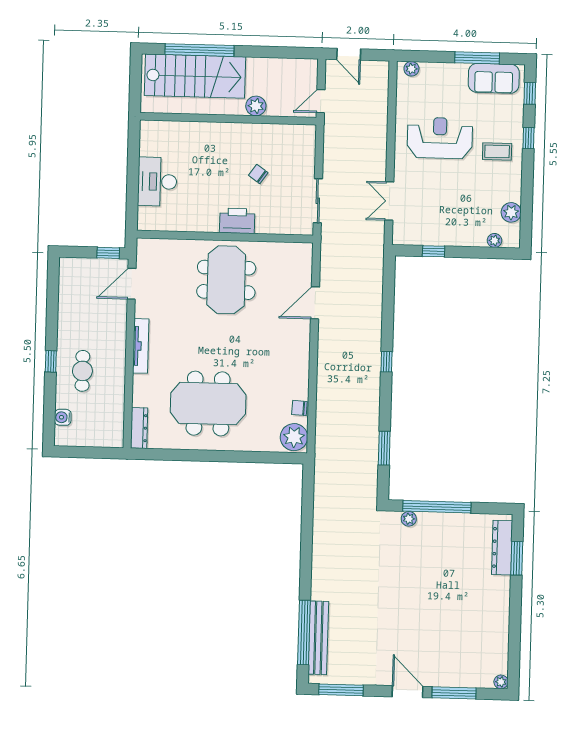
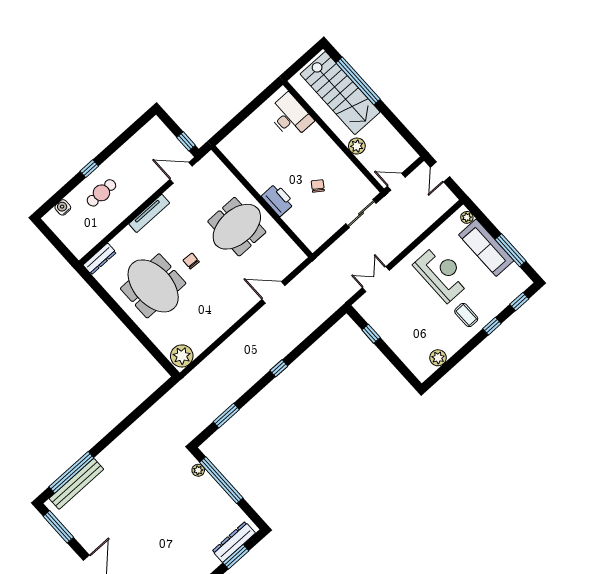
sofa: (494, 78) -> (486, 248), moved, width x1.36
desk: (157, 182) -> (290, 116), moved, turned 90
sliding door: (318, 201) -> (361, 214), moved
plant: (495, 240) -> (412, 364), removed
chair: (299, 408) -> (191, 261), moved

